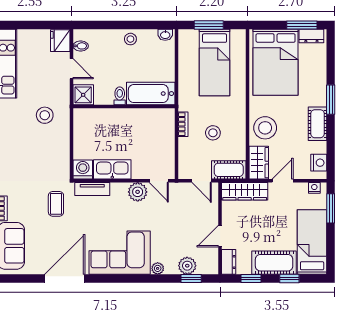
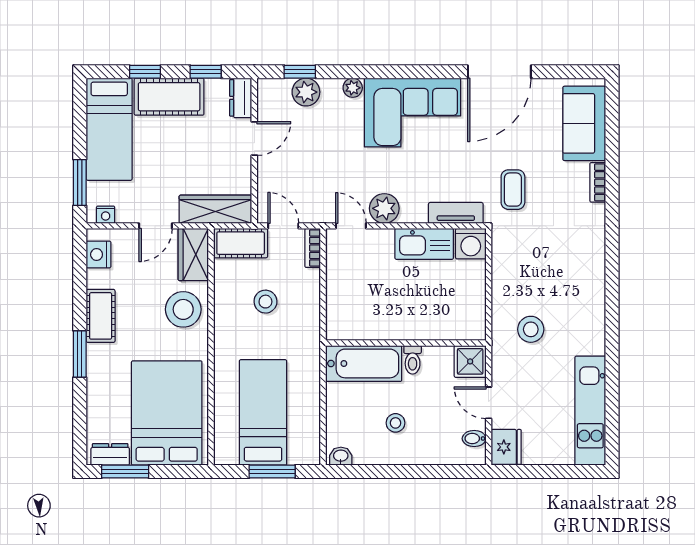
stool: (130, 39) -> (395, 423), moved
bookcase: (183, 124) -> (313, 248), moved

